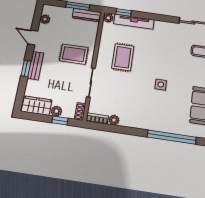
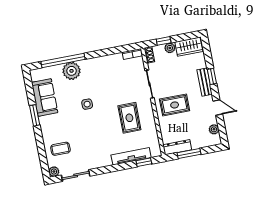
plant: (108, 18) -> (156, 152), removed
plant: (114, 120) -> (72, 71), moved, width x1.88, depth x1.88

